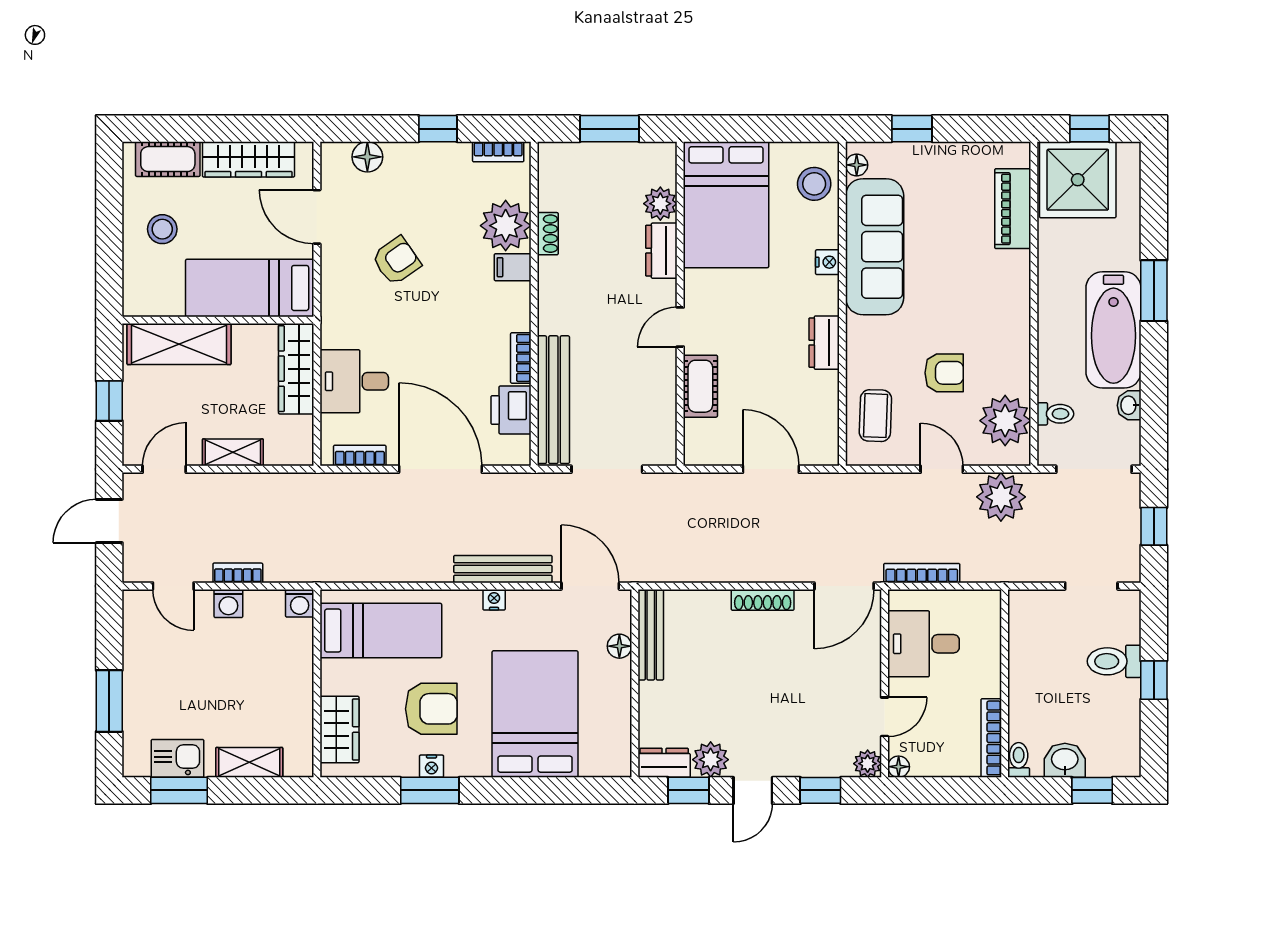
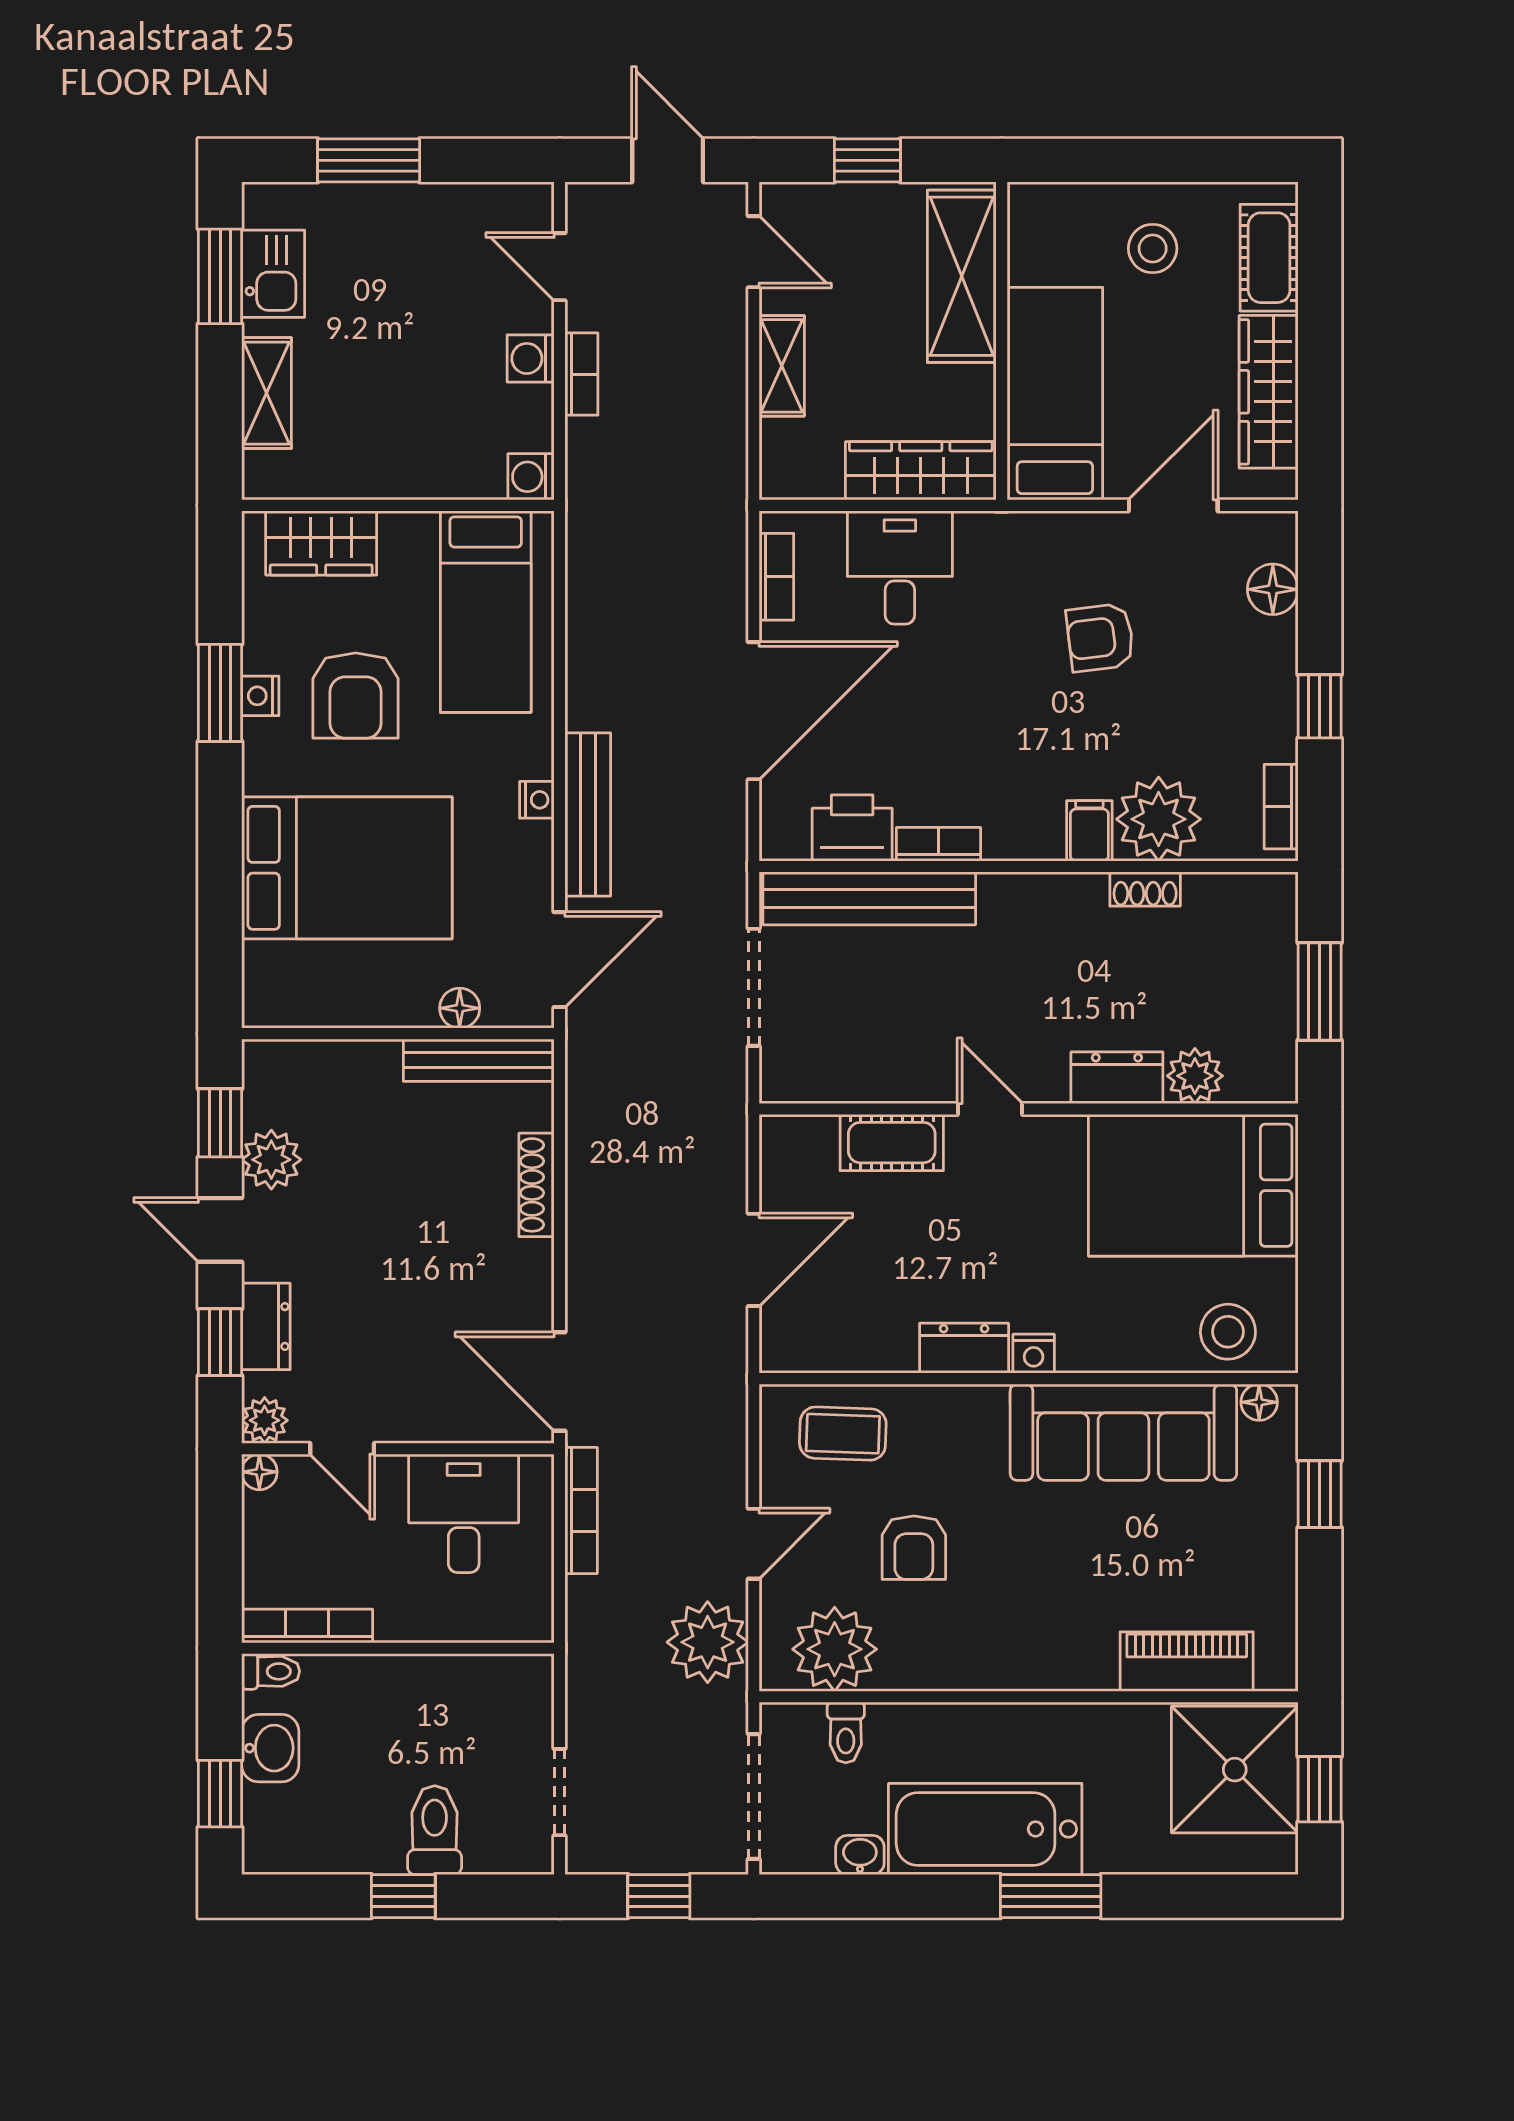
armchair: (396, 261) -> (1100, 638), turned 118
nightstand: (827, 262) -> (1034, 1354), moved
door: (173, 586) -> (560, 267), hinge flipped
shoe rack: (763, 600) -> (537, 1185), moved
dresser: (664, 763) -> (266, 1326), moved

